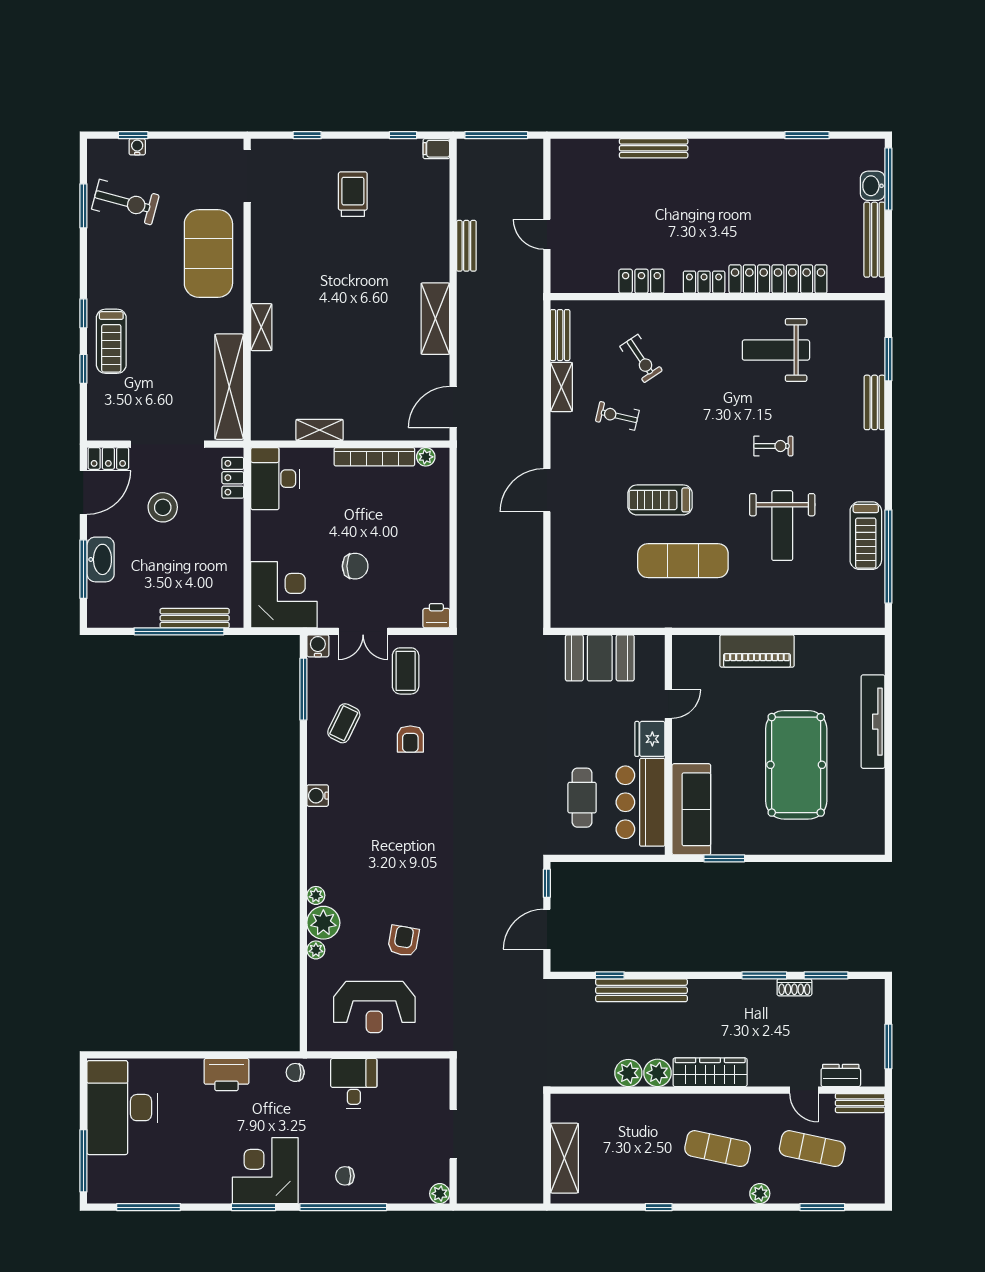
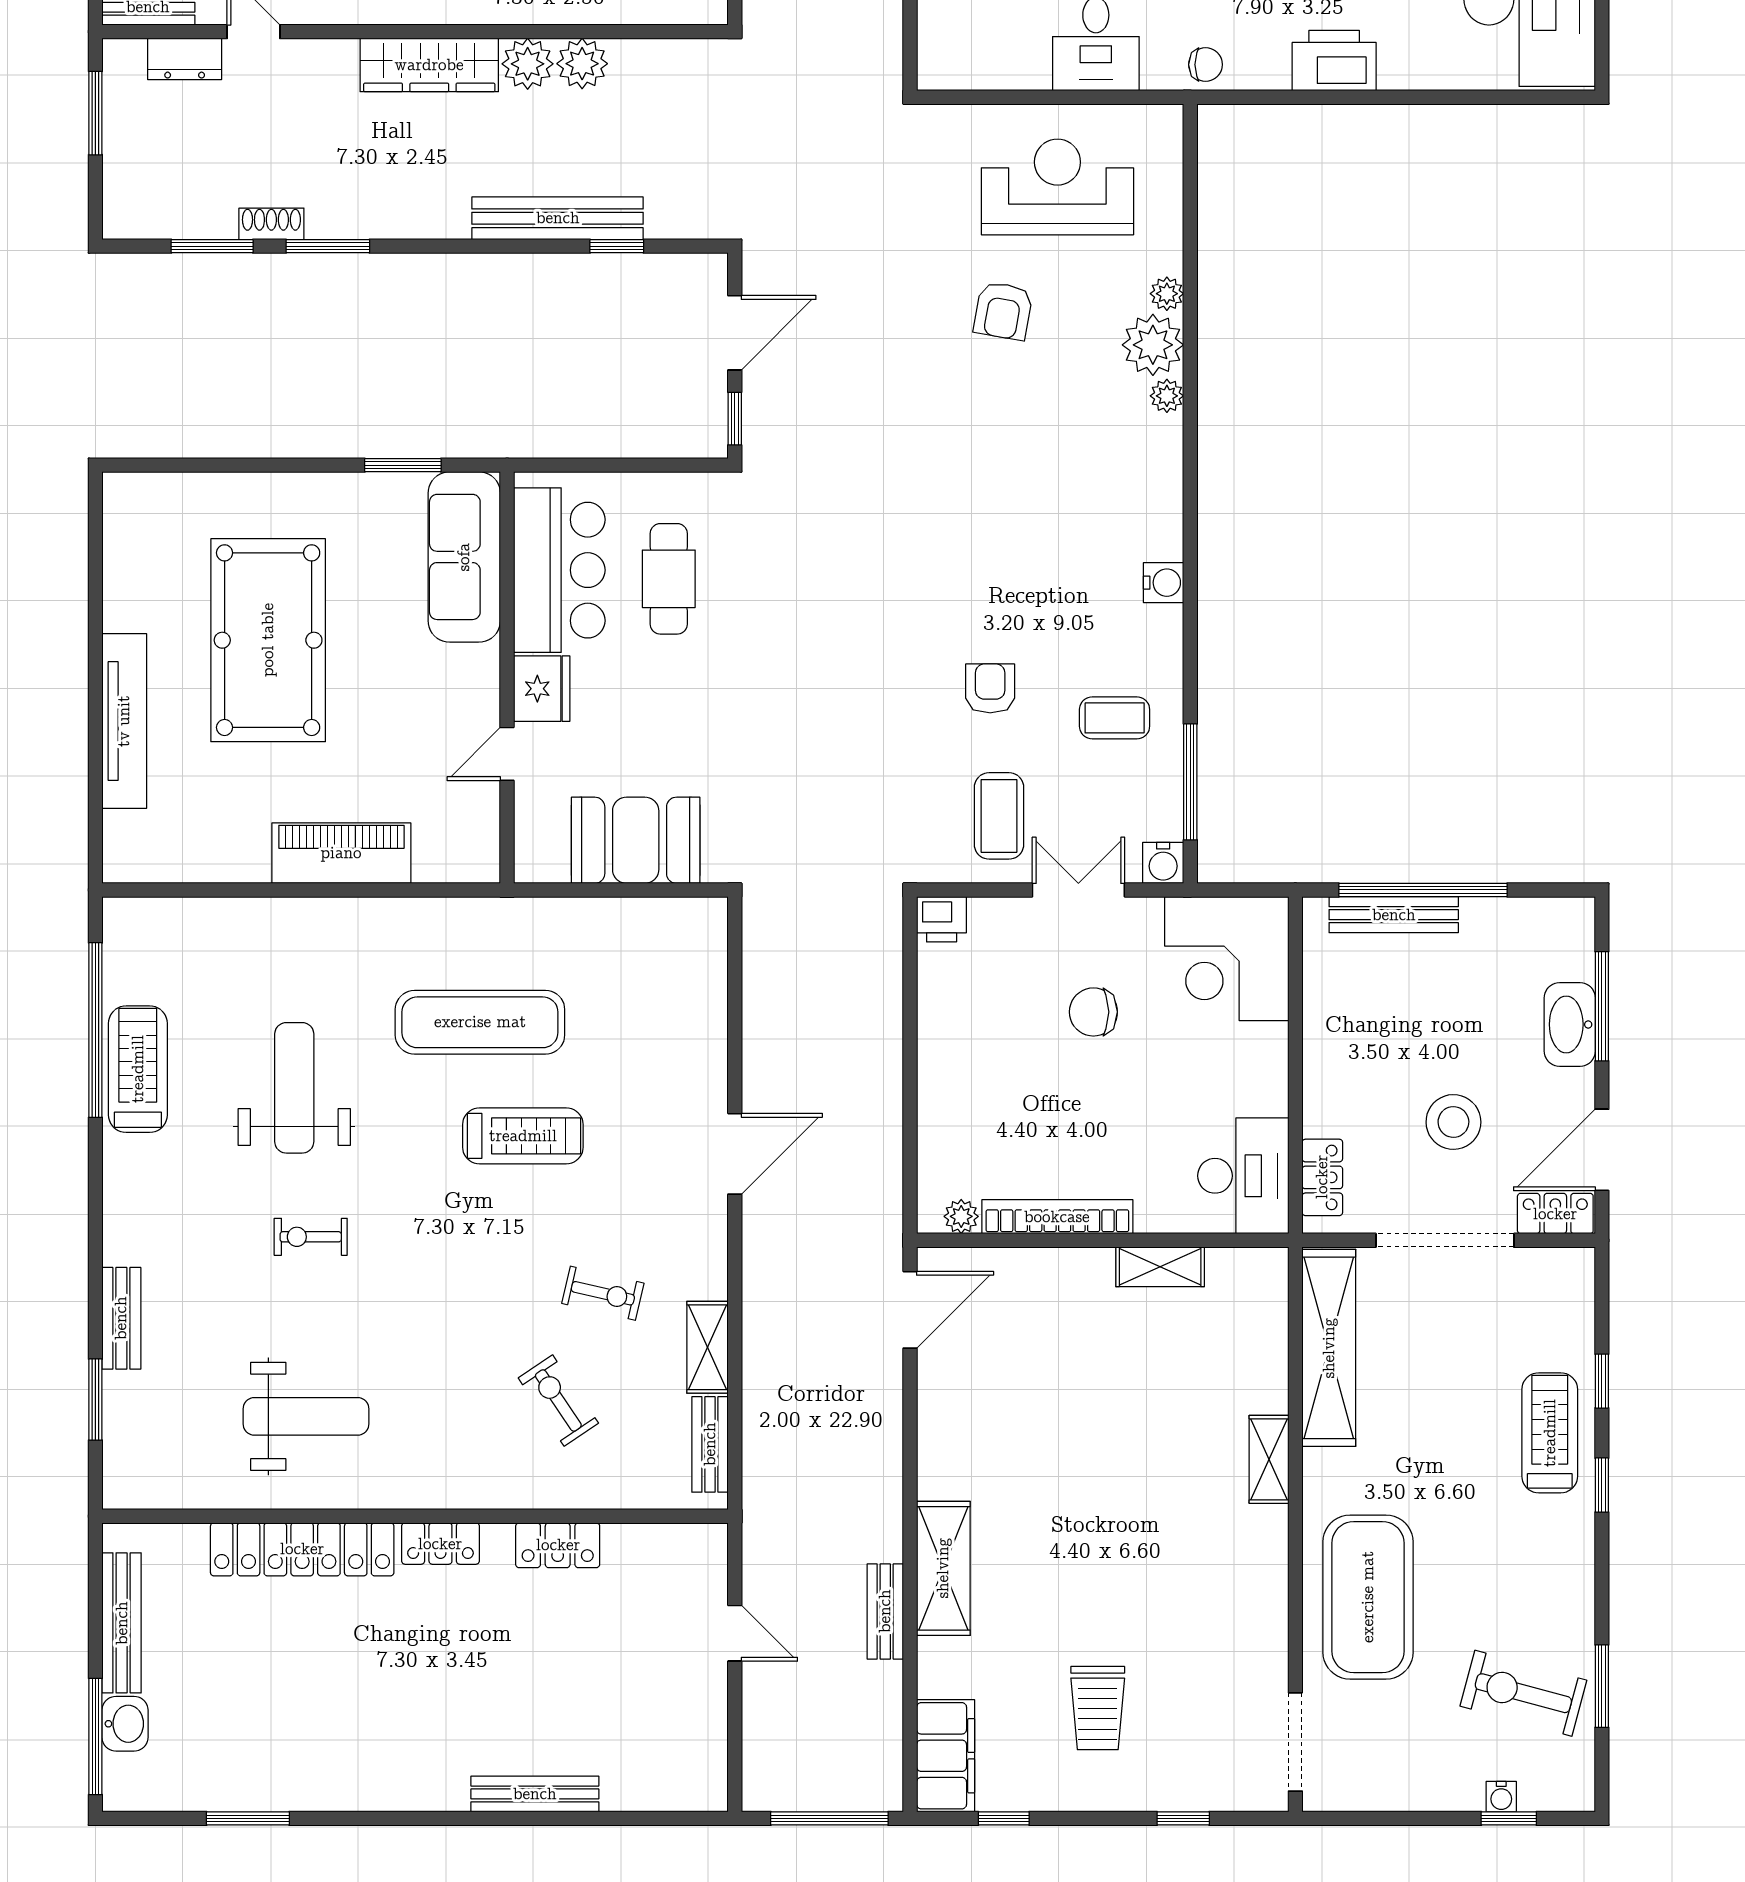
filing cabinet: (436, 149) -> (946, 1756), width x3.00, depth x1.17
shelving: (435, 319) -> (943, 1568), moved
coffee table: (344, 723) -> (1115, 718), turned 64

